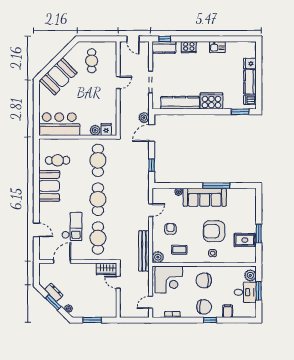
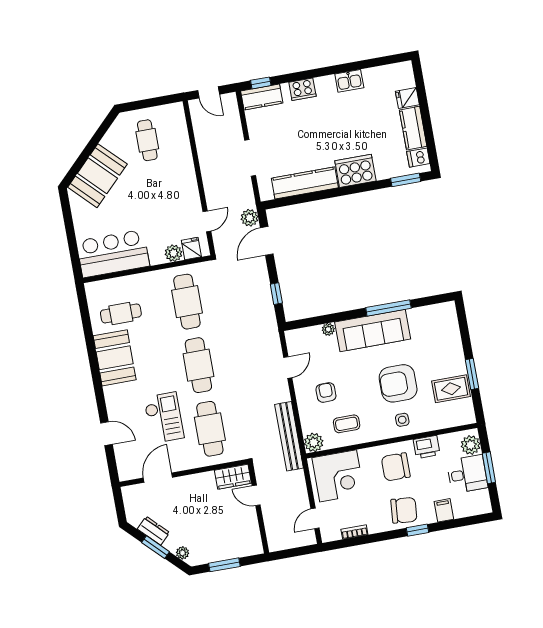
door: (118, 82) -> (207, 221), moved
printer: (224, 272) -> (427, 447), added

